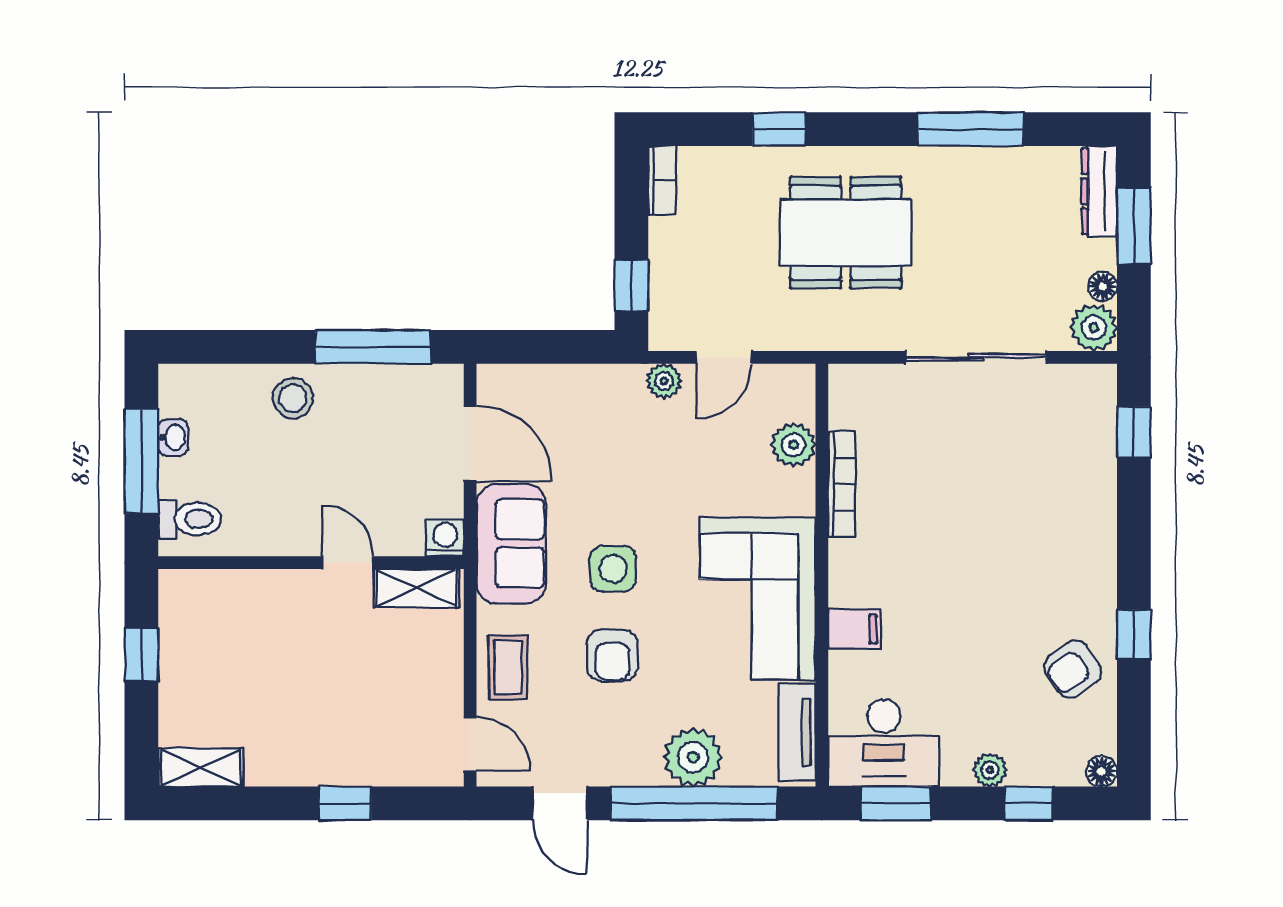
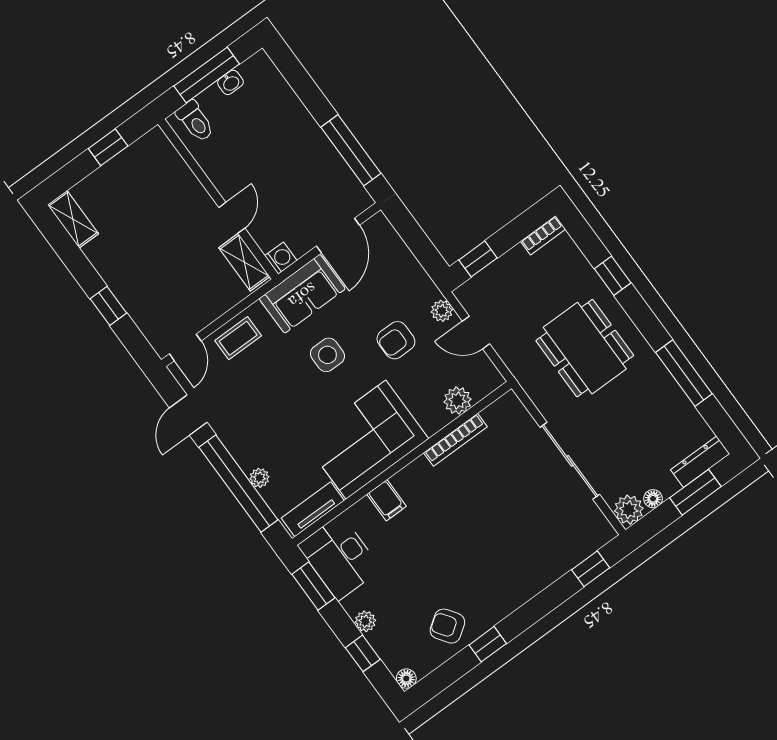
stool: (293, 398) -> (295, 129), removed
armchair: (612, 655) -> (396, 340), moved
plant: (693, 757) -> (259, 478), width x0.53, depth x0.53

